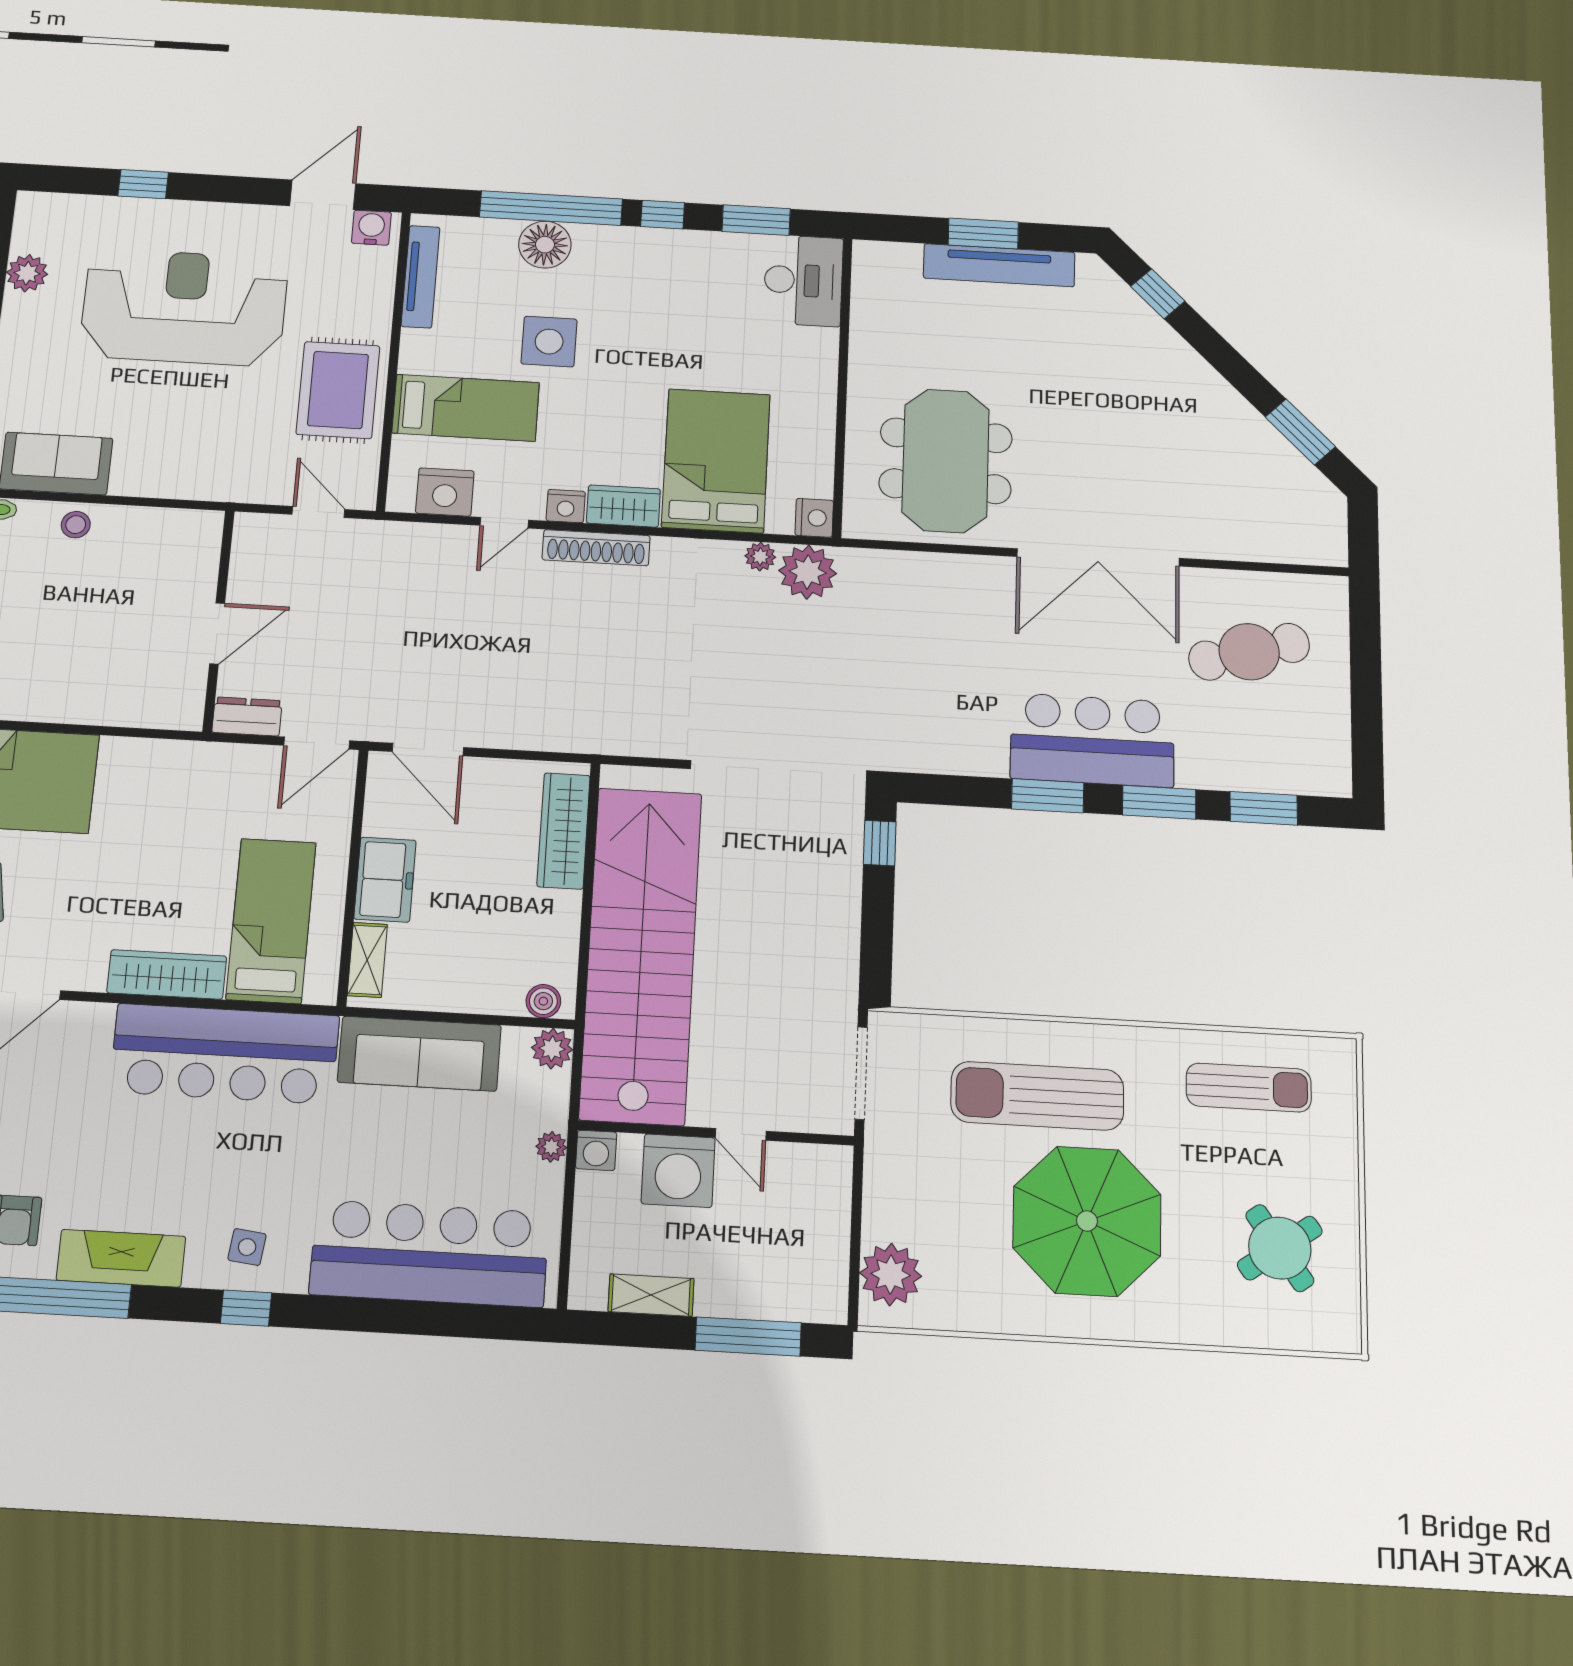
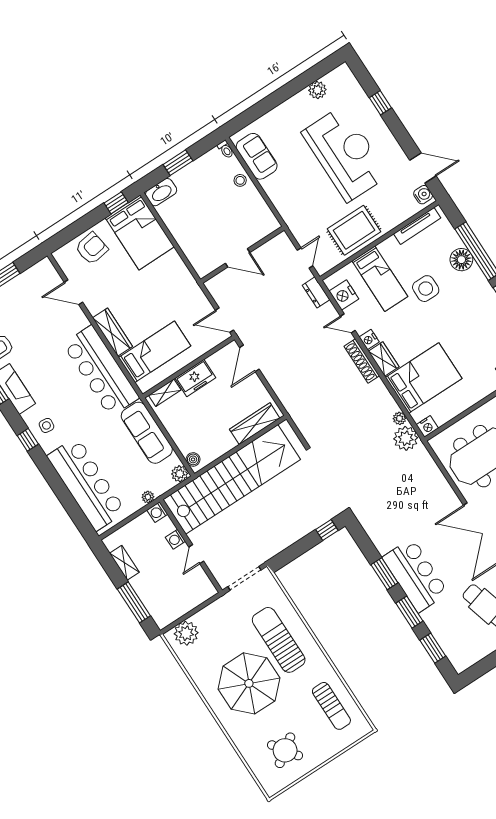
dresser: (247, 717) -> (316, 292), moved, turned 180
washing machine: (678, 1171) -> (175, 539), width x0.53, depth x0.53

